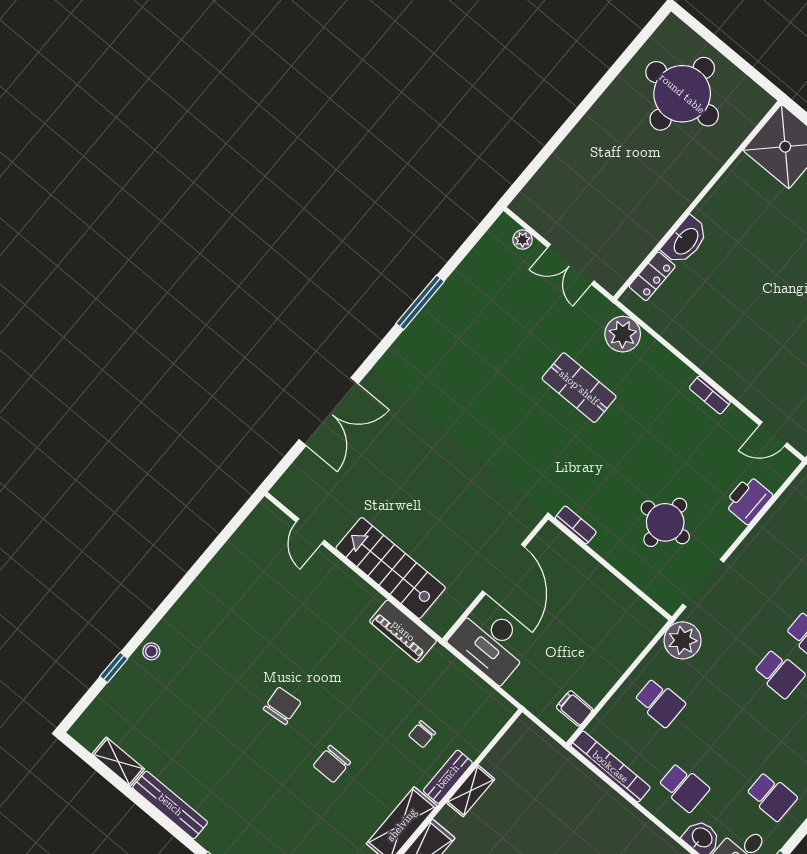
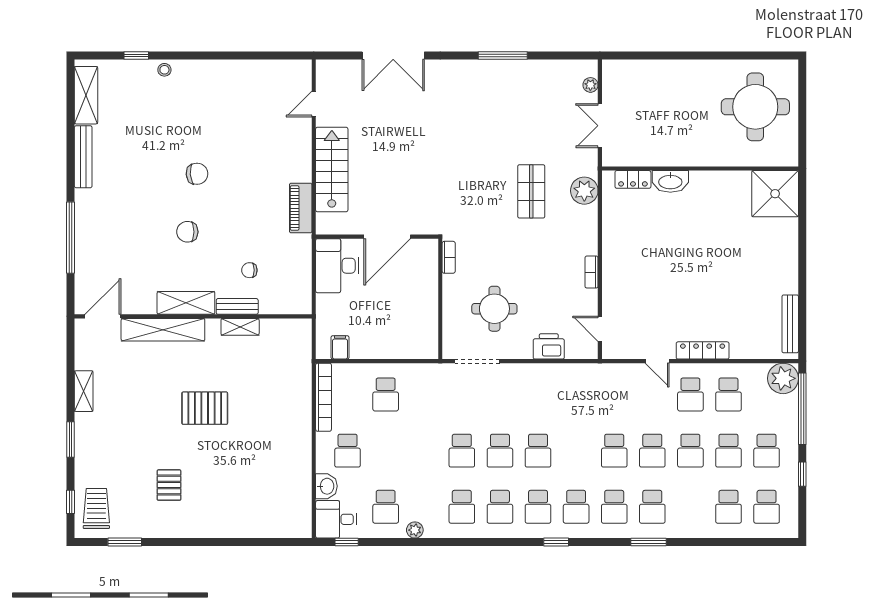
plant: (683, 640) -> (433, 377), removed
shelving: (118, 762) -> (86, 95), width x1.50, depth x1.33

